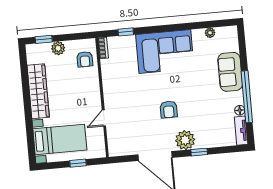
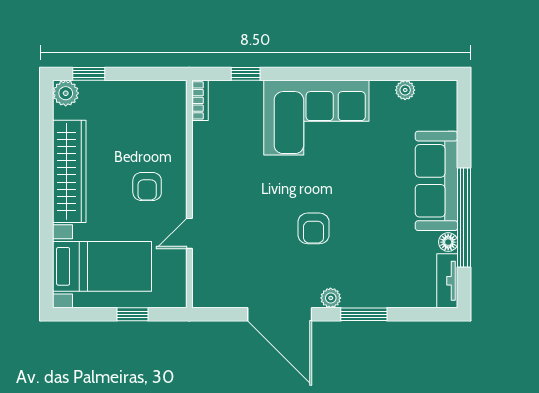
plant: (58, 48) -> (66, 93), moved
armchair: (85, 59) -> (147, 187), moved
sofa: (230, 72) -> (436, 181), width x1.36
plant: (185, 140) -> (331, 298), width x0.53, depth x0.53
window: (199, 152) -> (364, 314), width x1.50

